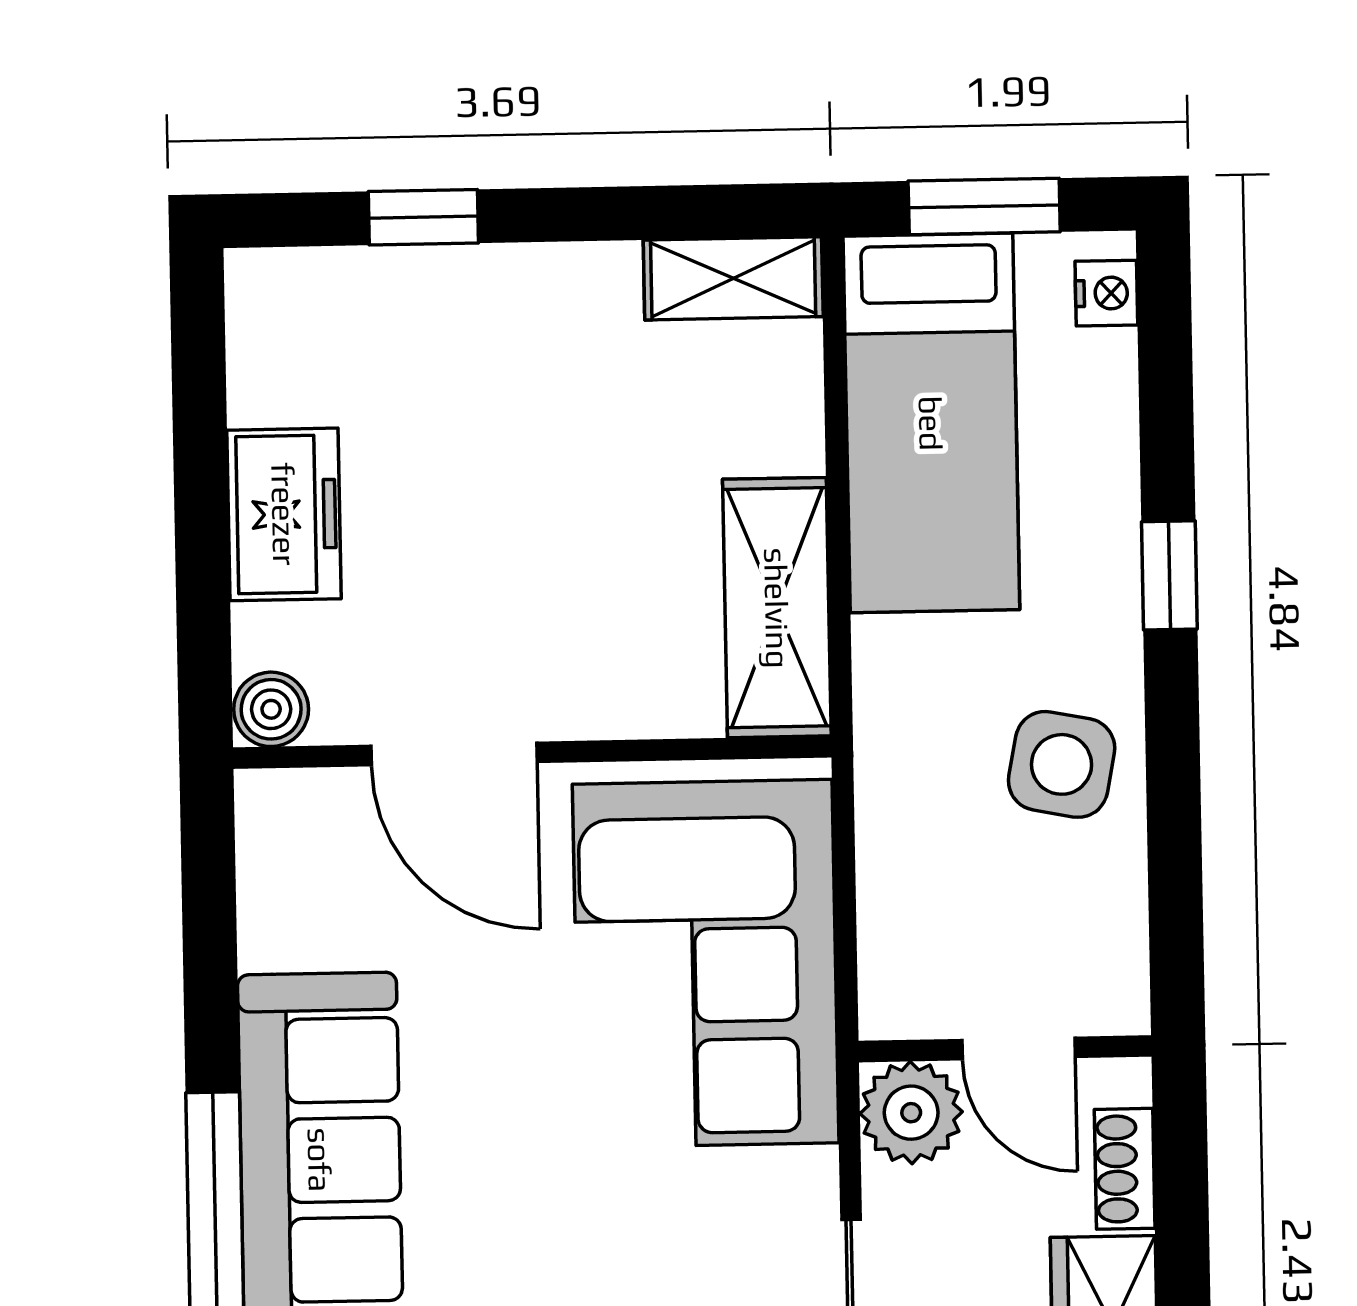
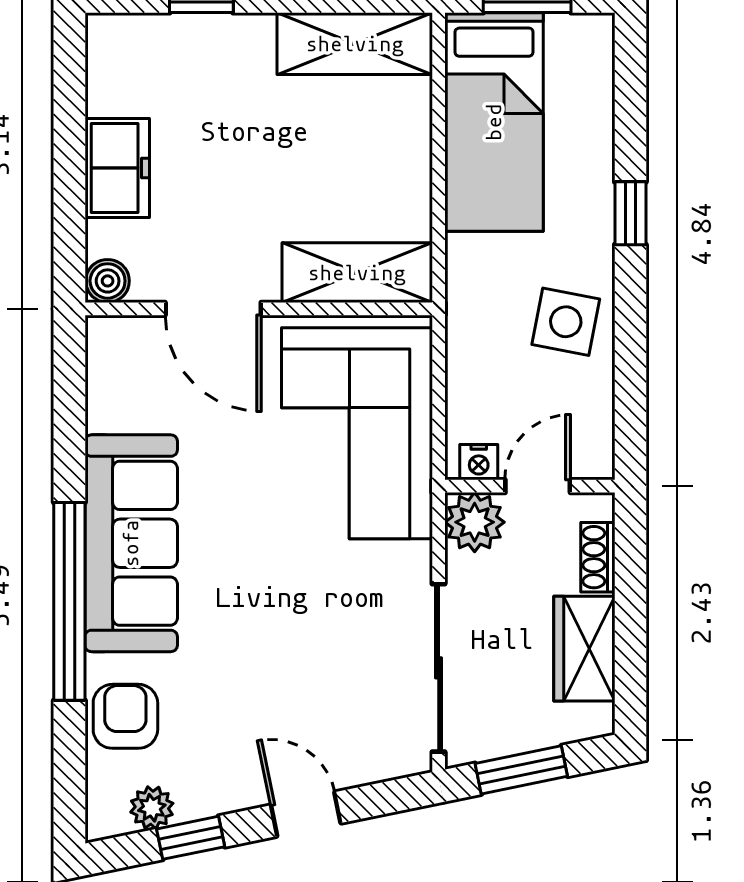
shelving: (733, 278) -> (355, 44), width x1.50, depth x1.33
nightstand: (1106, 293) -> (479, 462), moved, turned 90
shelving: (777, 608) -> (357, 273), moved, turned 90
door: (1019, 1049) -> (538, 486), swing flipped

